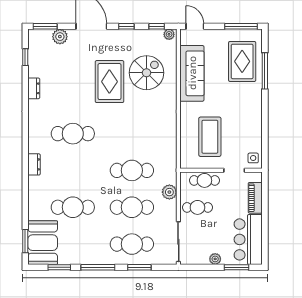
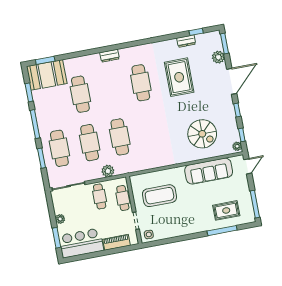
rug: (242, 61) -> (226, 210), width x0.73, depth x0.70
rug: (109, 82) -> (179, 77), moved, turned 90
dresser: (34, 88) -> (186, 41), moved

